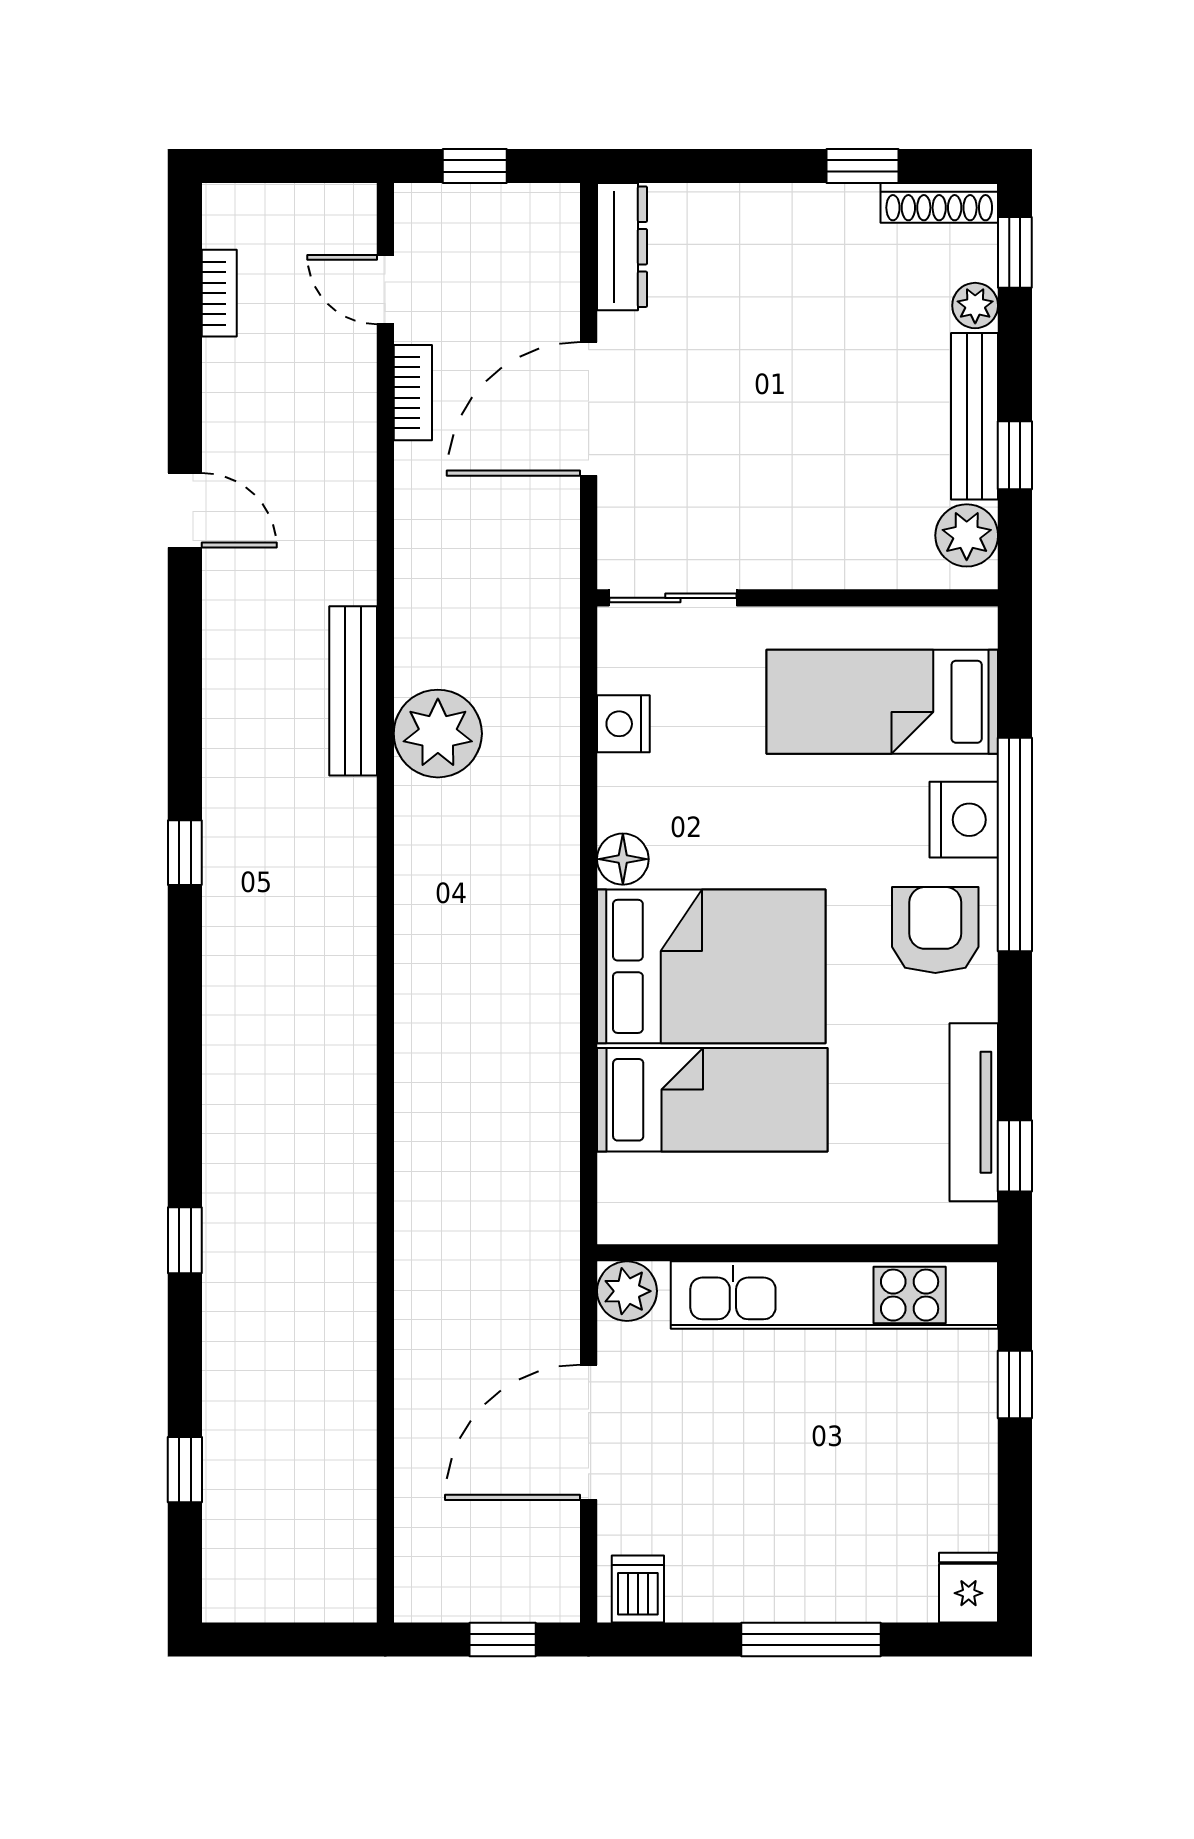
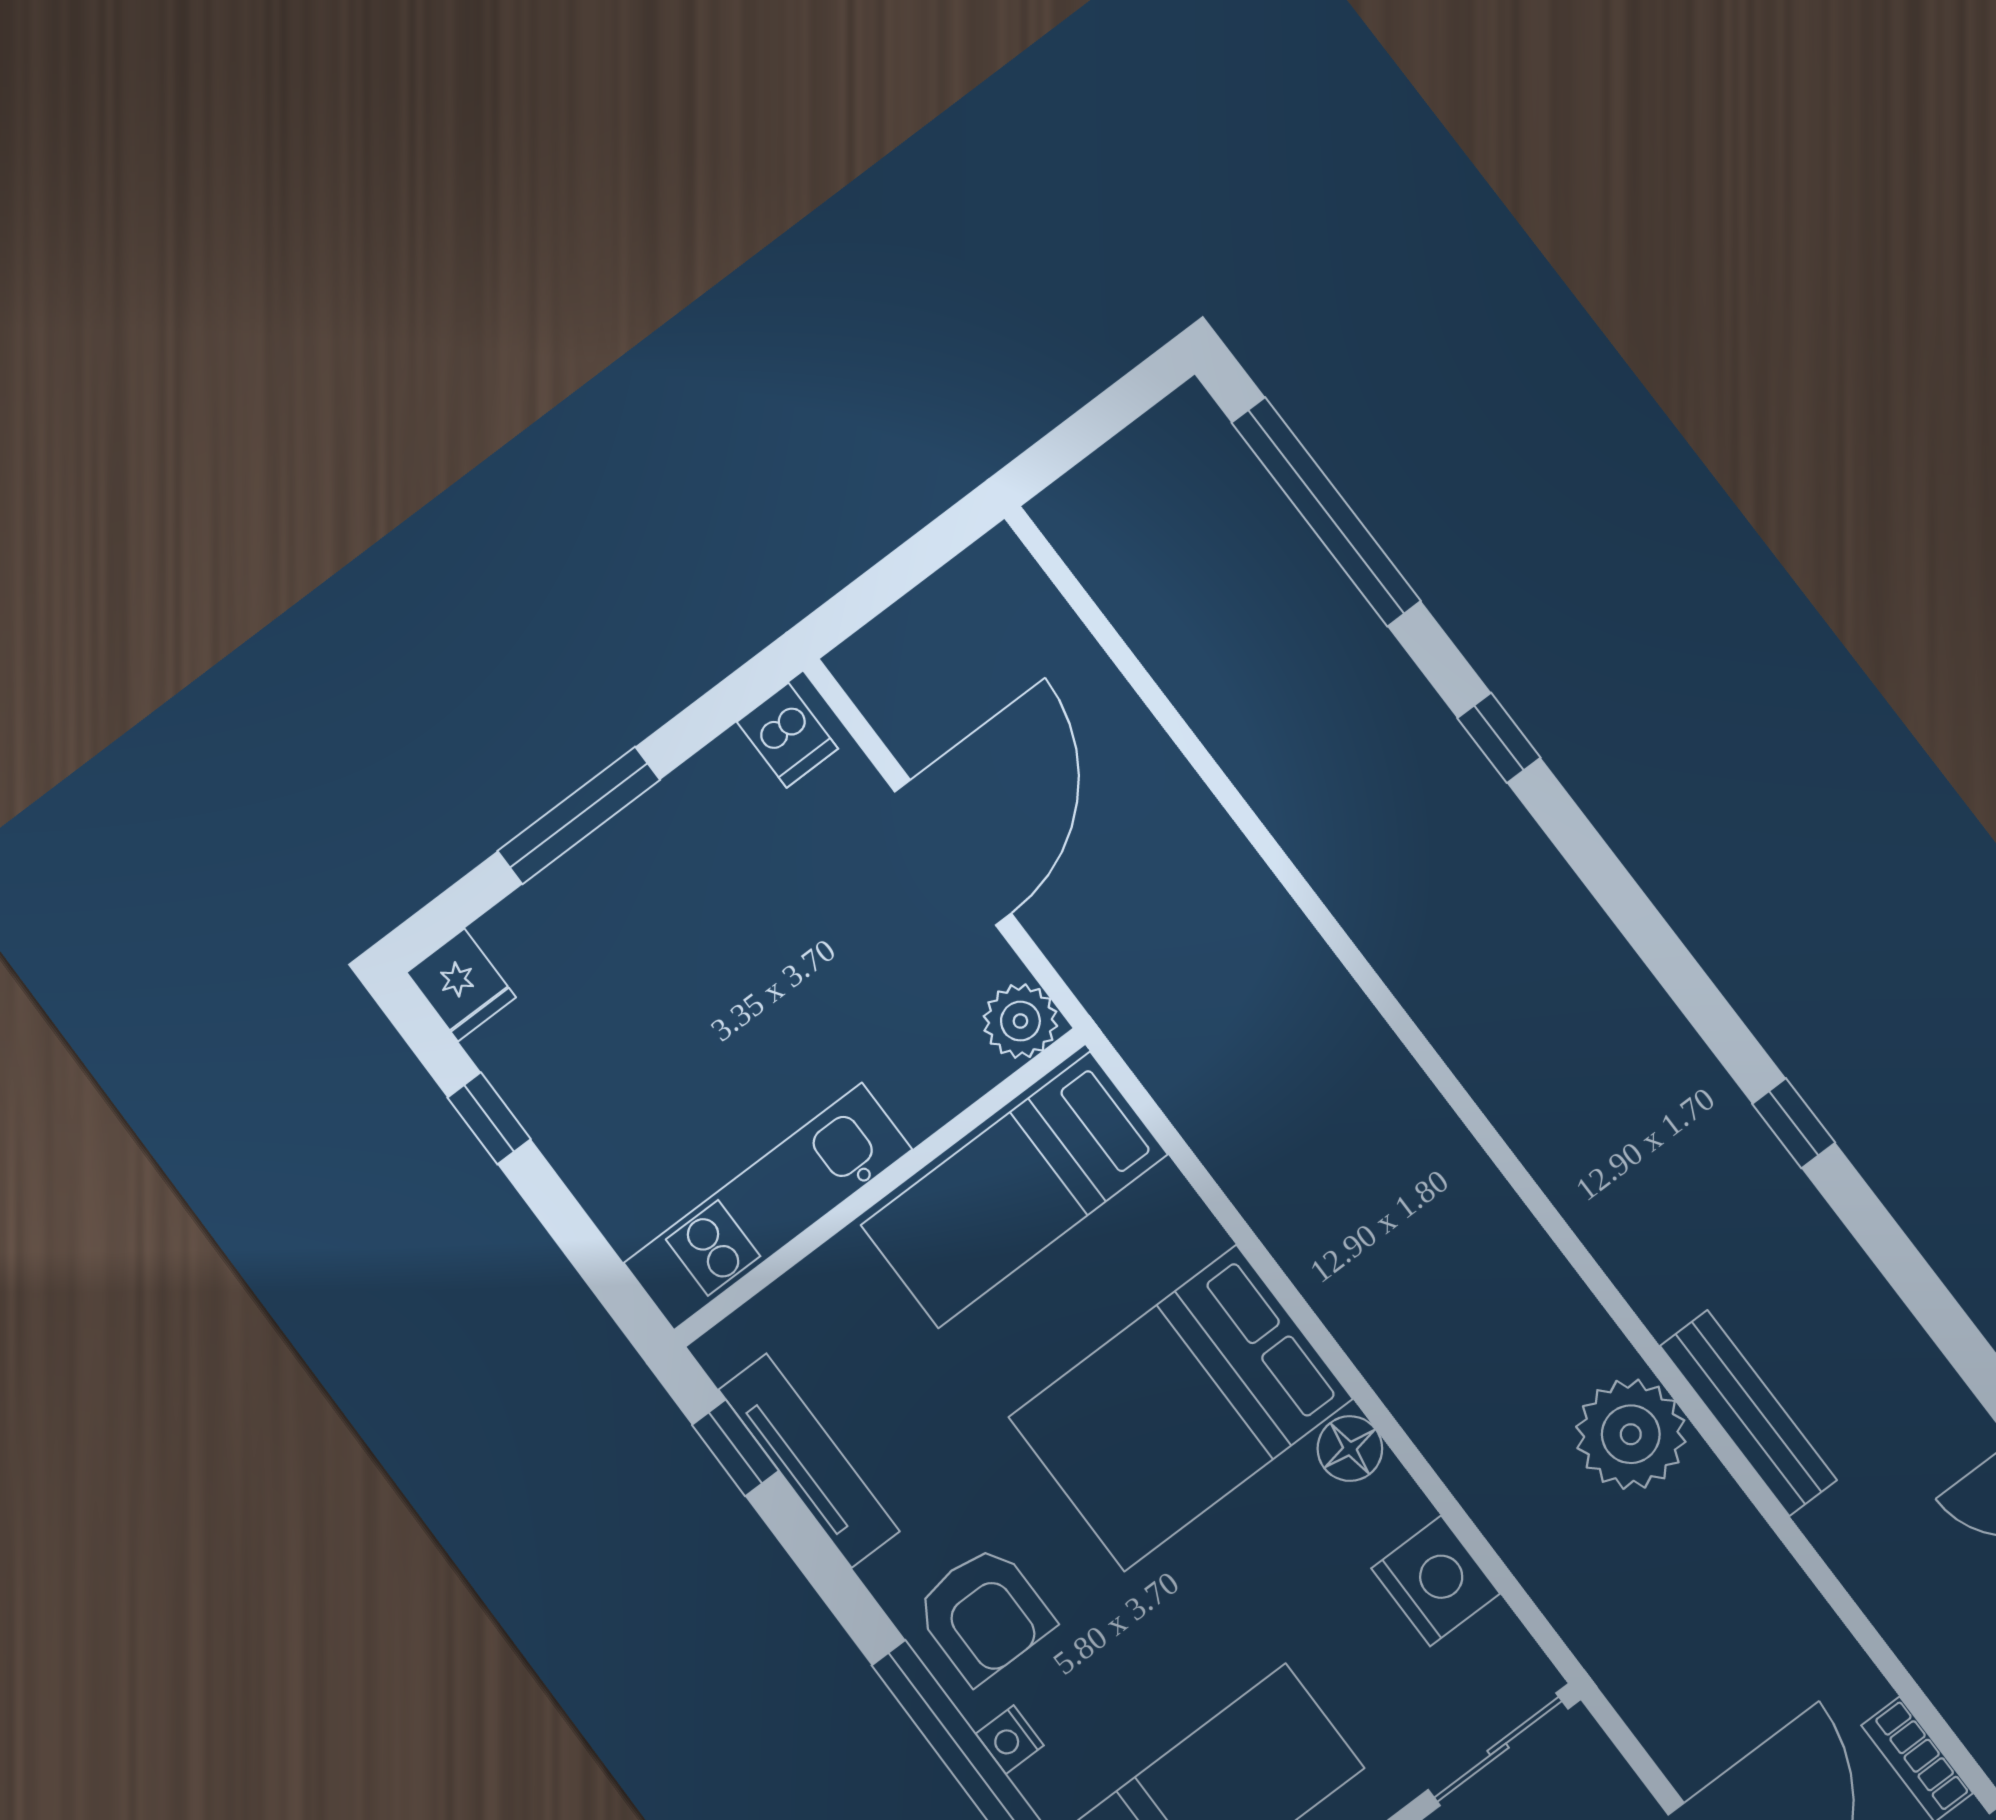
nightstand: (623, 724) -> (1436, 1581), width x1.36, depth x1.33
nightstand: (964, 820) -> (1010, 1740), width x0.53, depth x0.56
bed: (712, 1100) -> (1014, 1190), moved
kitchen unit: (834, 1295) -> (768, 1206), width x0.73
window: (1015, 1384) -> (489, 1118), moved
window: (185, 1470) -> (1326, 512), width x3.17
window: (503, 1640) -> (884, 584), removed

